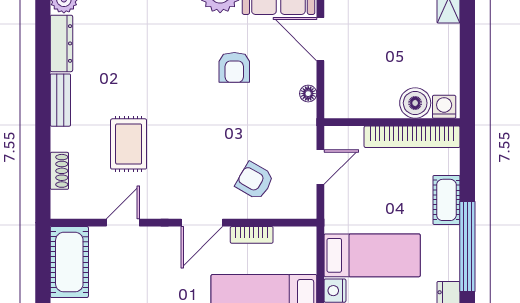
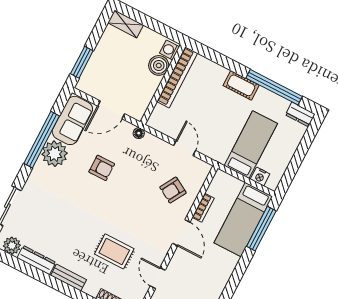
boiler: (415, 103) -> (159, 65), moved
washing machine: (444, 107) -> (170, 50), moved
wall: (392, 122) -> (163, 84), moved
bookcase: (412, 137) -> (177, 77), moved

